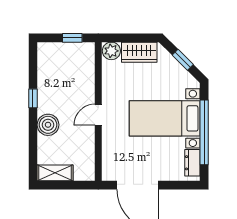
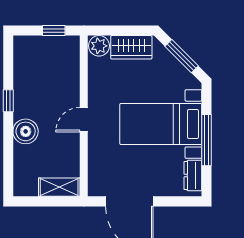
window: (183, 60) -> (182, 56), width x1.50
window: (204, 132) -> (206, 140), width x0.68
shelving: (55, 173) -> (59, 187), moved

